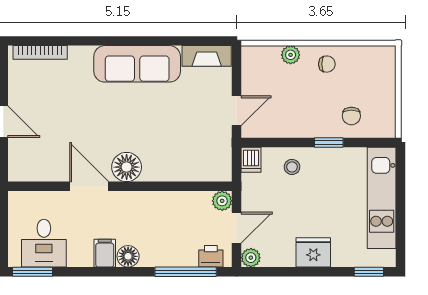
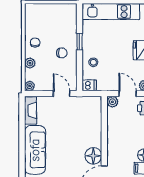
plant: (250, 54) -> (30, 86), added
chair: (351, 116) -> (62, 53), moved

